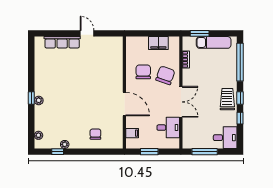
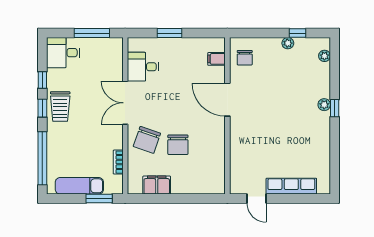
wall: (124, 93) -> (227, 116), moved
door: (124, 104) -> (227, 100), moved
filing cabinet: (132, 133) -> (217, 59), moved

